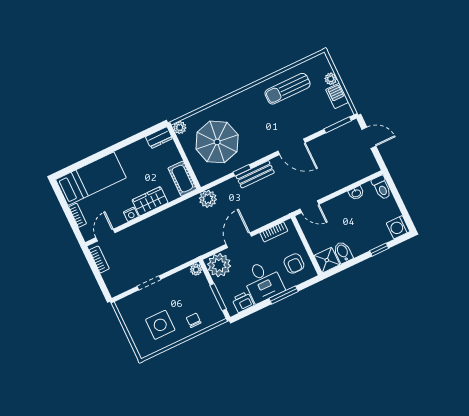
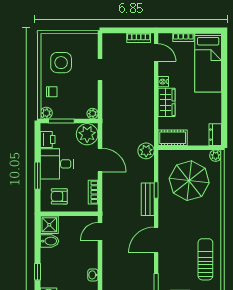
plant: (217, 316) -> (46, 113), added

